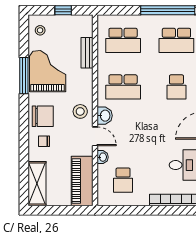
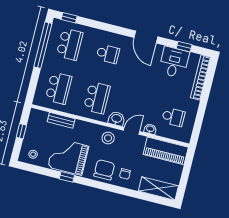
window: (24, 76) -> (67, 177), width x0.46

